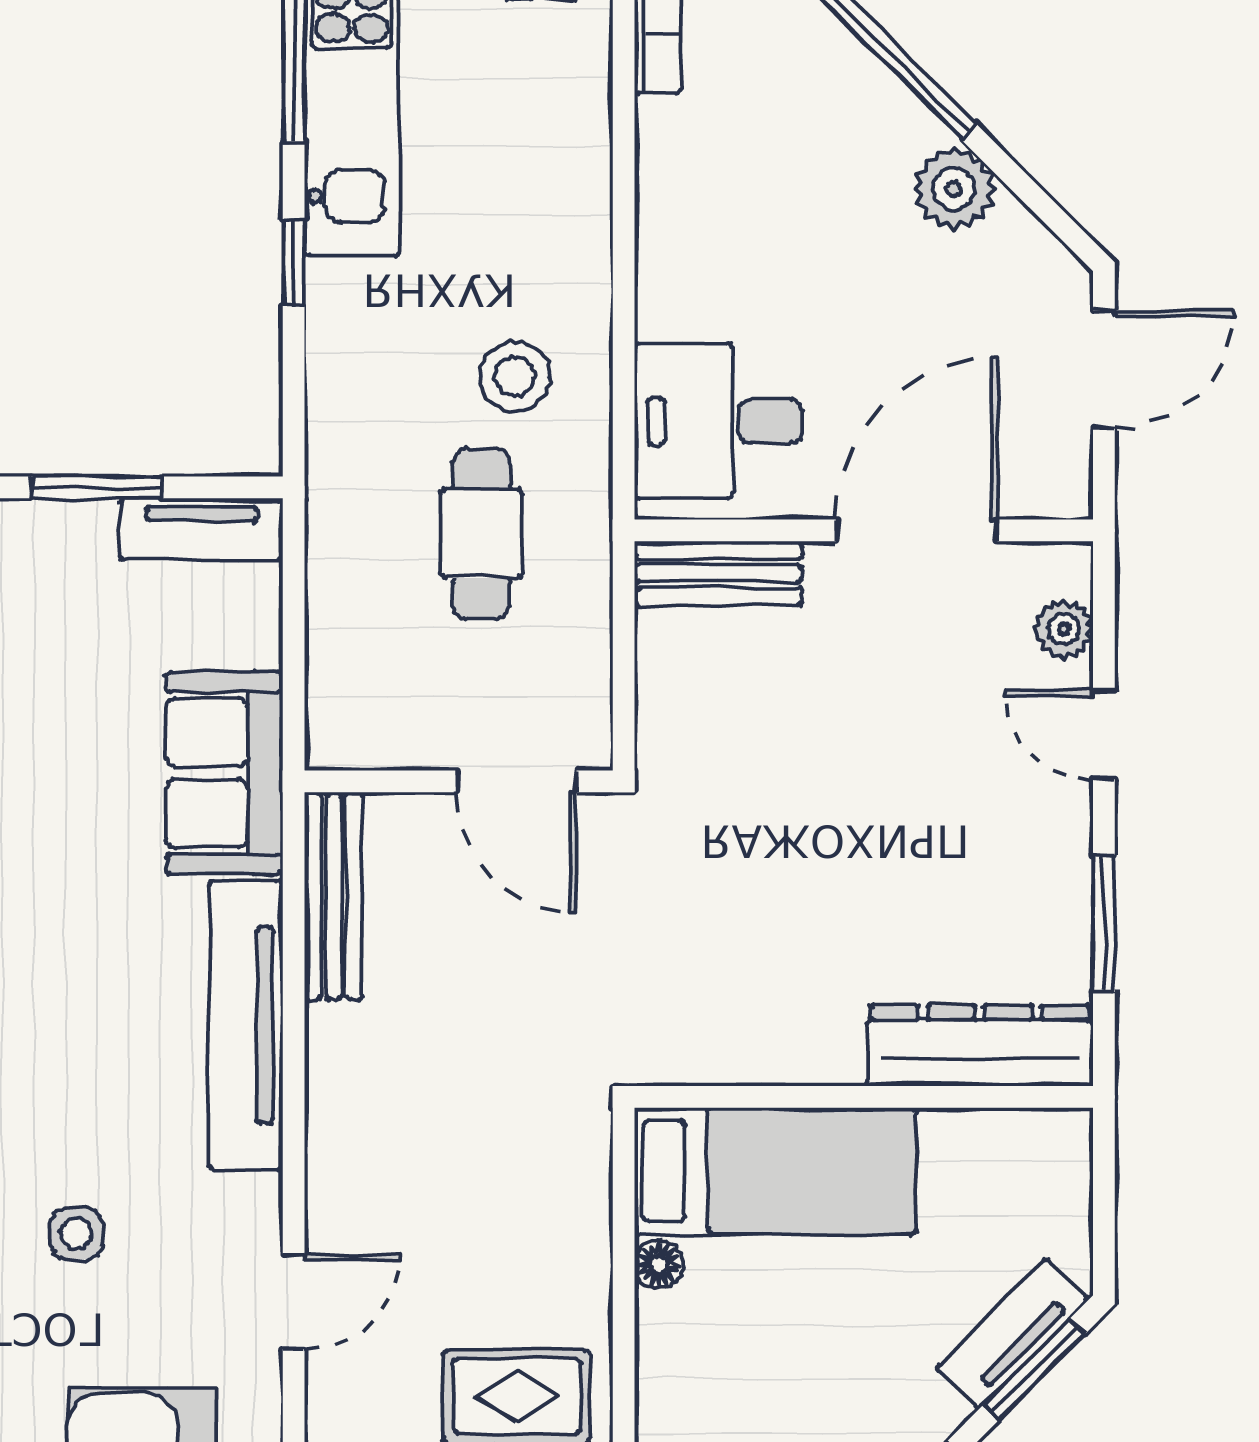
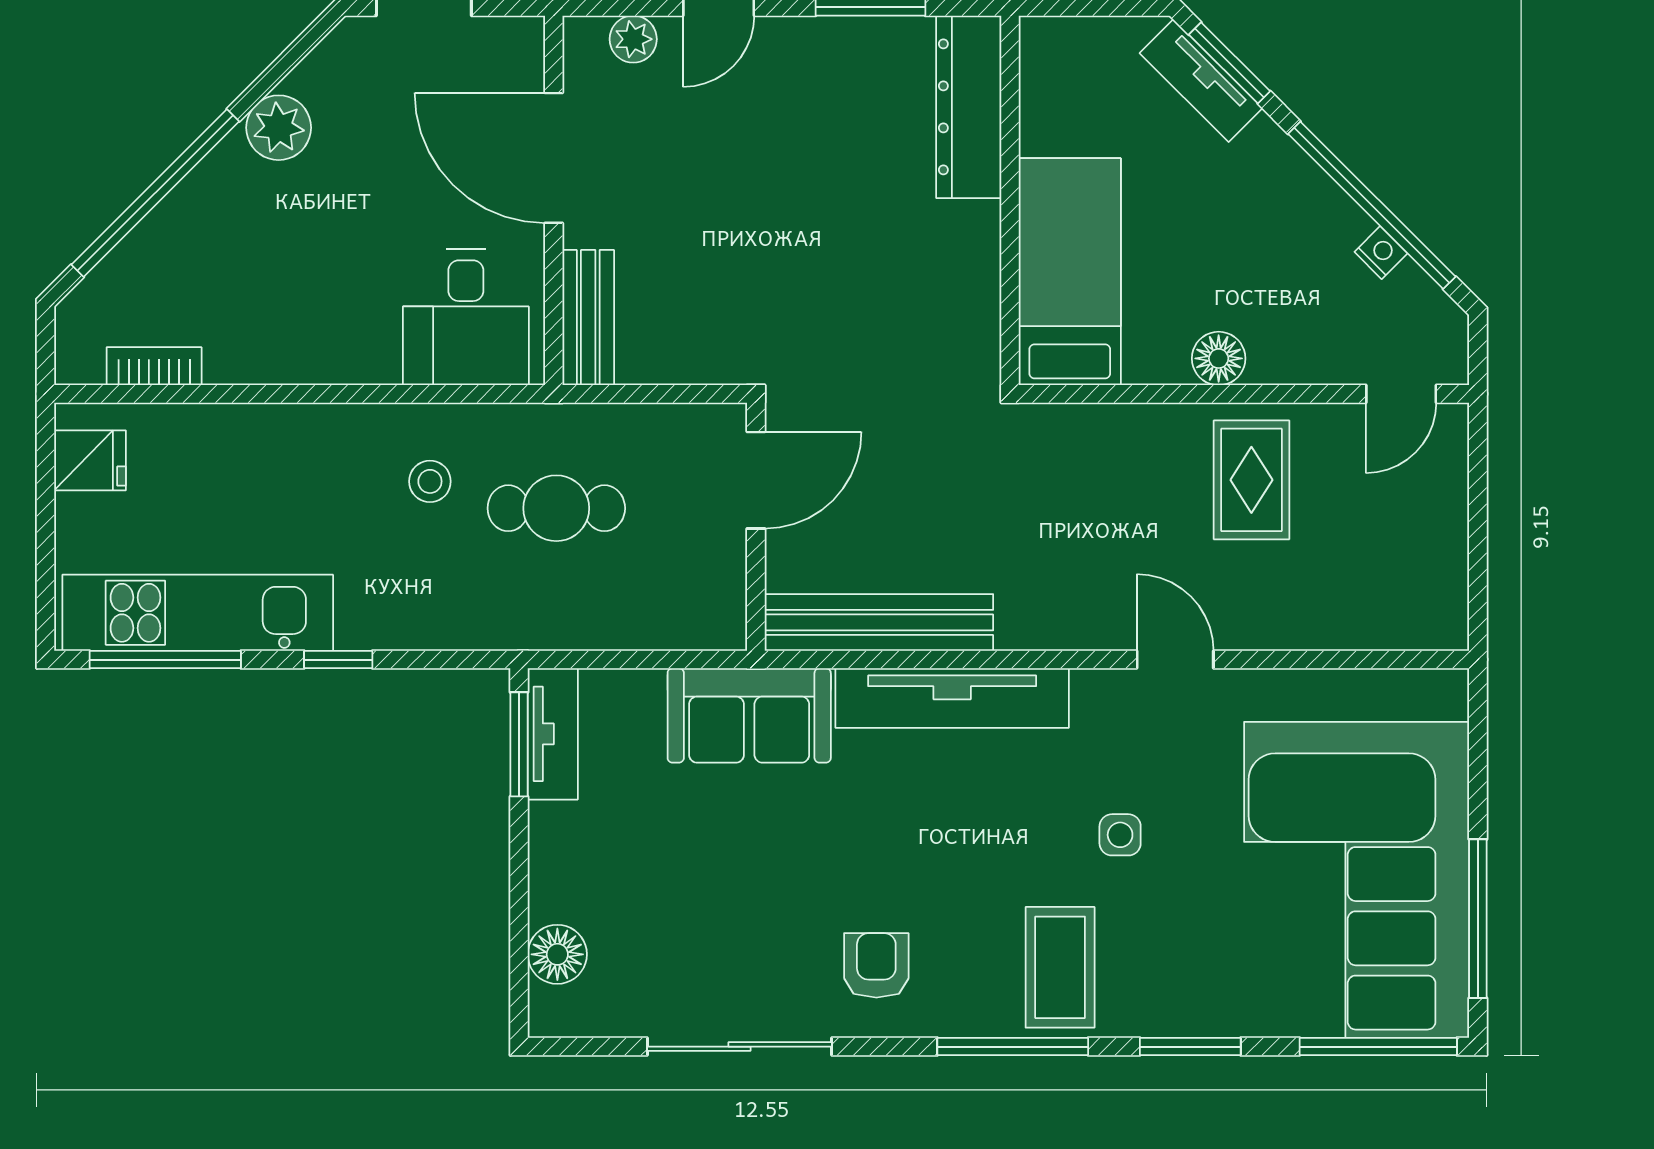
stool: (515, 377) -> (430, 481), width x0.73, depth x0.73
window: (97, 487) -> (519, 744), moved
bench: (334, 896) -> (879, 622), width x1.37, depth x1.21
floor lamp: (658, 1264) -> (1219, 358), moved, width x1.37, depth x1.37

